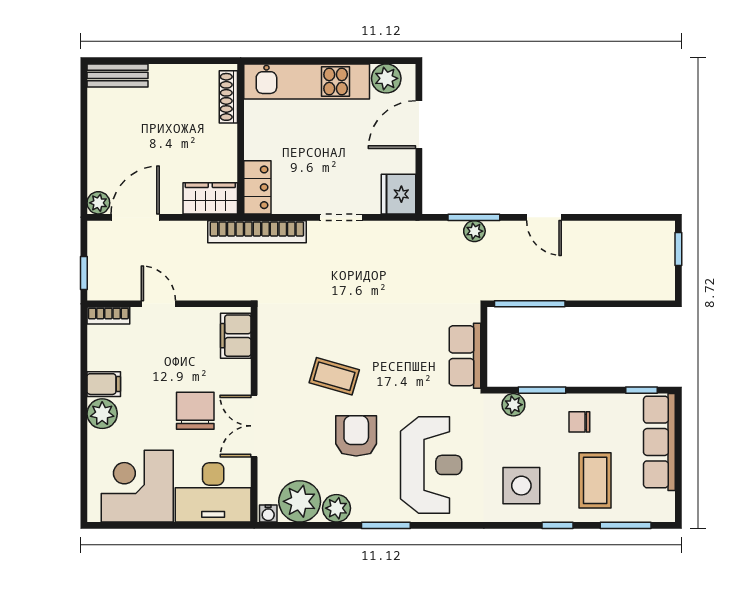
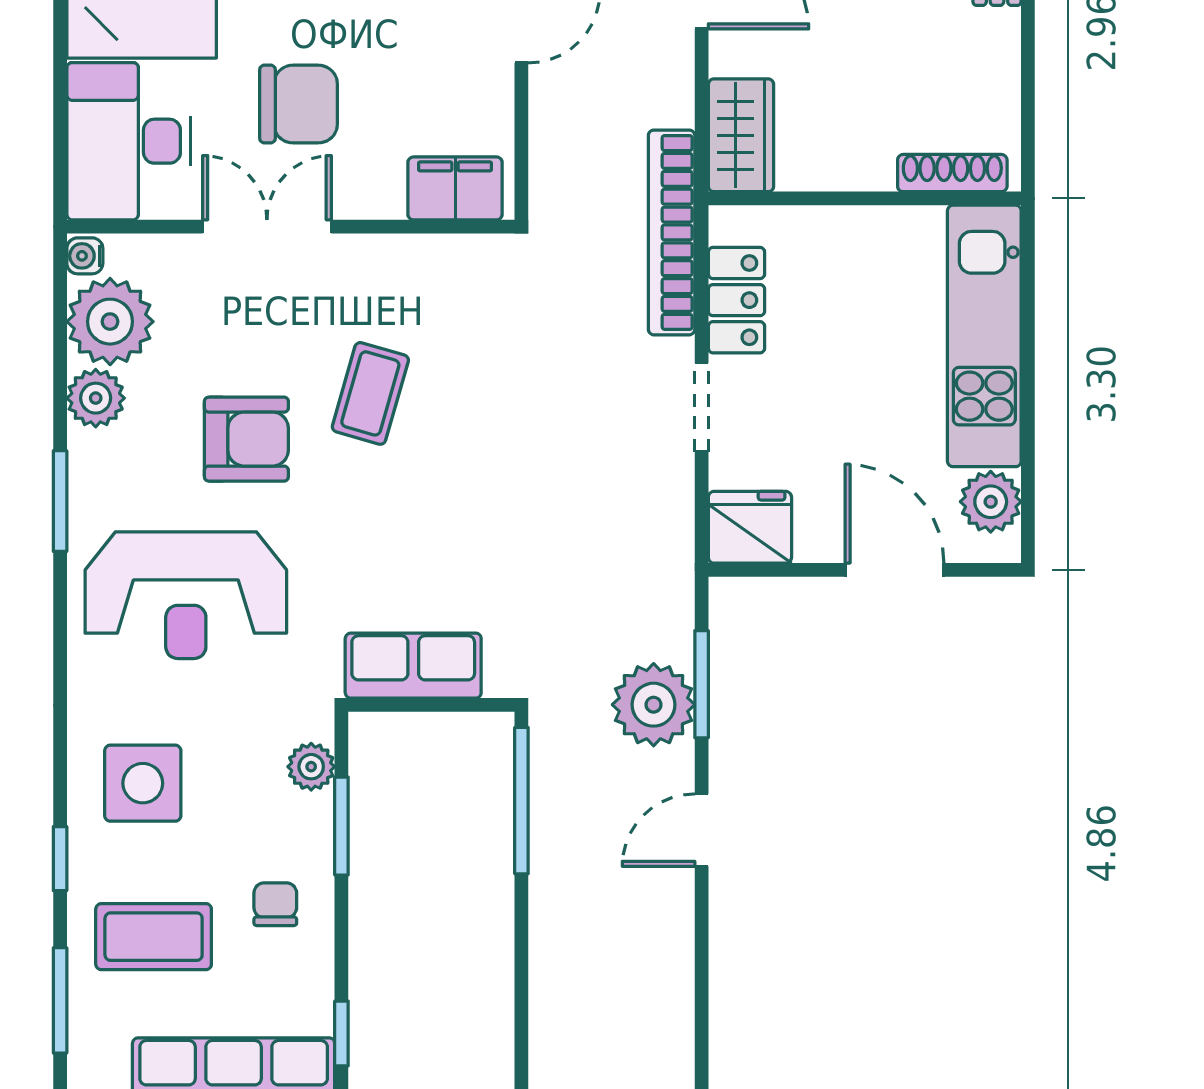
locker: (257, 187) -> (736, 300), moved, turned -90
plant: (474, 231) -> (654, 705), width x1.88, depth x1.88

